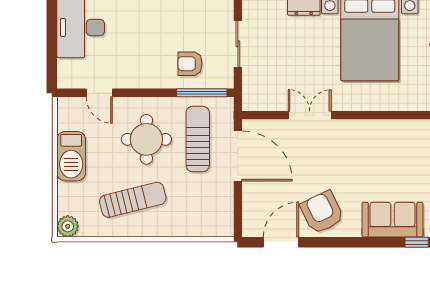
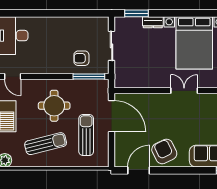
door: (99, 93) -> (13, 77), moved
double door: (310, 115) -> (184, 91), moved
sun lounger: (198, 139) -> (86, 135), moved

